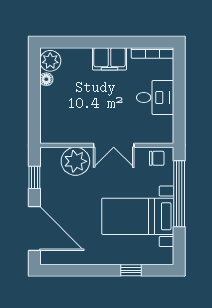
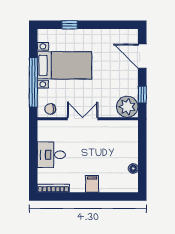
filing cabinet: (110, 59) -> (92, 184), width x0.50
plant: (50, 61) -> (130, 182), removed
plant: (75, 161) -> (127, 107), moved
door: (34, 228) -> (142, 56), width x0.73

